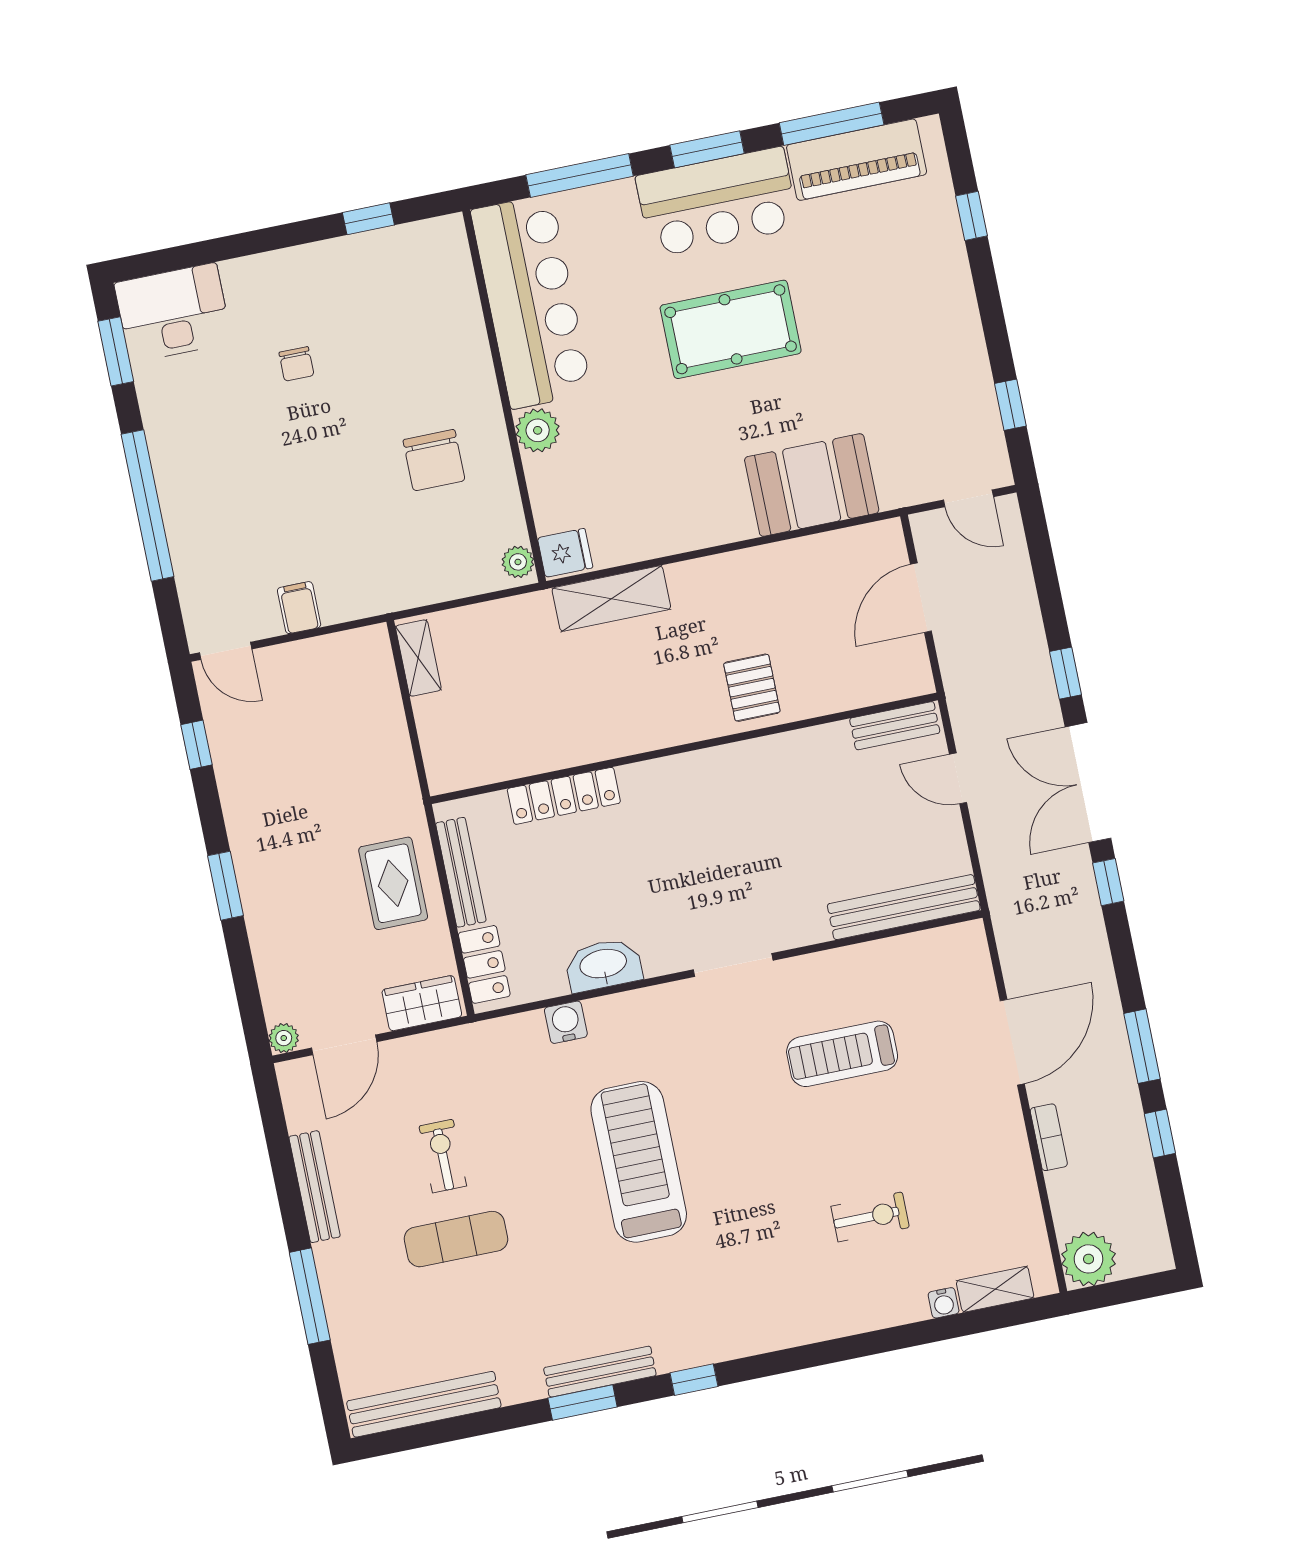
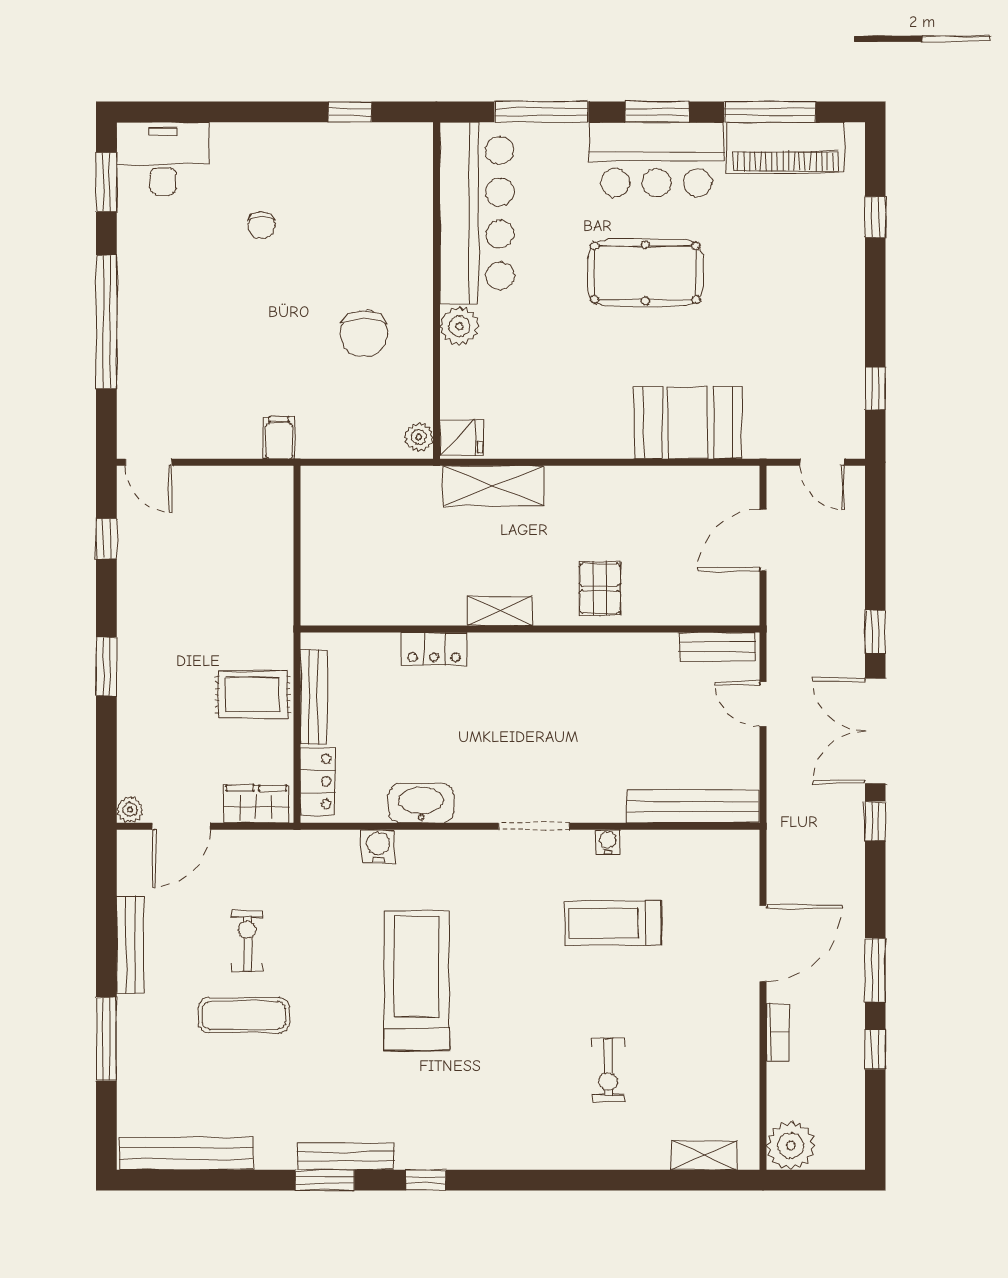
filing cabinet: (299, 608) -> (279, 438), moved
shelving: (418, 658) -> (500, 611), moved, turned 90
locker: (564, 796) -> (434, 649), width x0.66
rug: (393, 883) -> (253, 695), turned 90
exercise bike: (870, 1217) -> (608, 1070), turned 90
water cooler: (944, 1303) -> (608, 842), moved, turned 180

